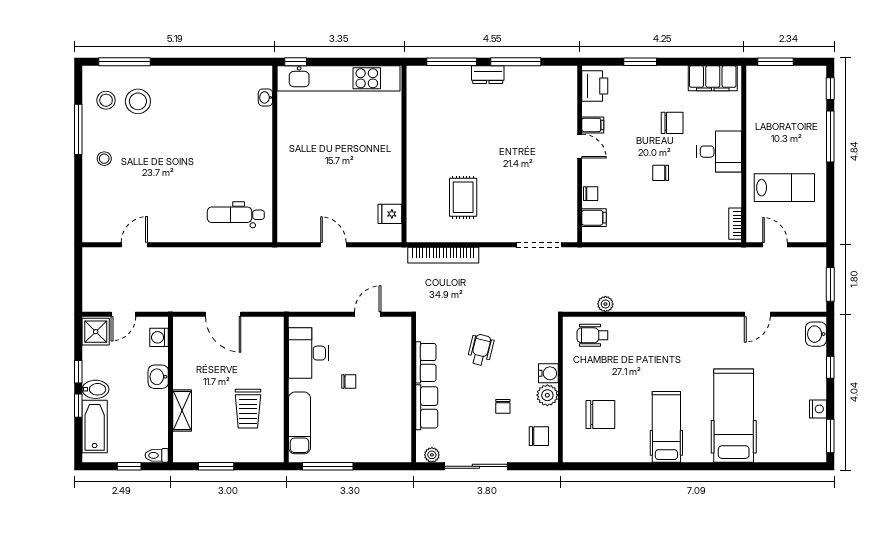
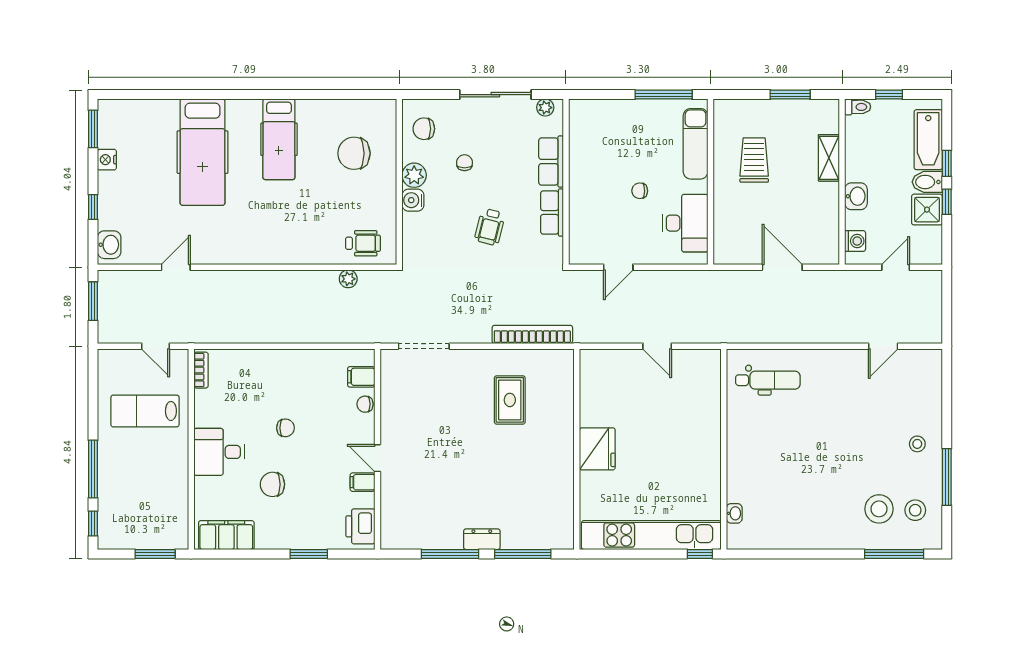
fridge: (390, 214) -> (597, 449), moved, width x1.88, depth x1.34
shower: (96, 332) -> (927, 210), moved

